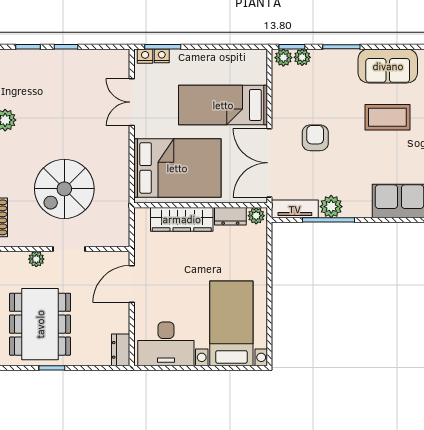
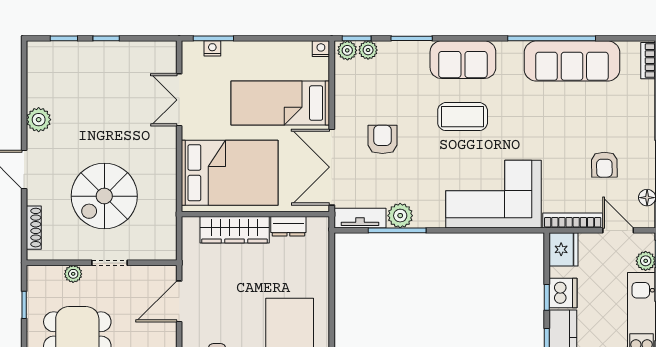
nightstand: (145, 56) -> (321, 49), moved
plant: (256, 216) -> (317, 226), removed

